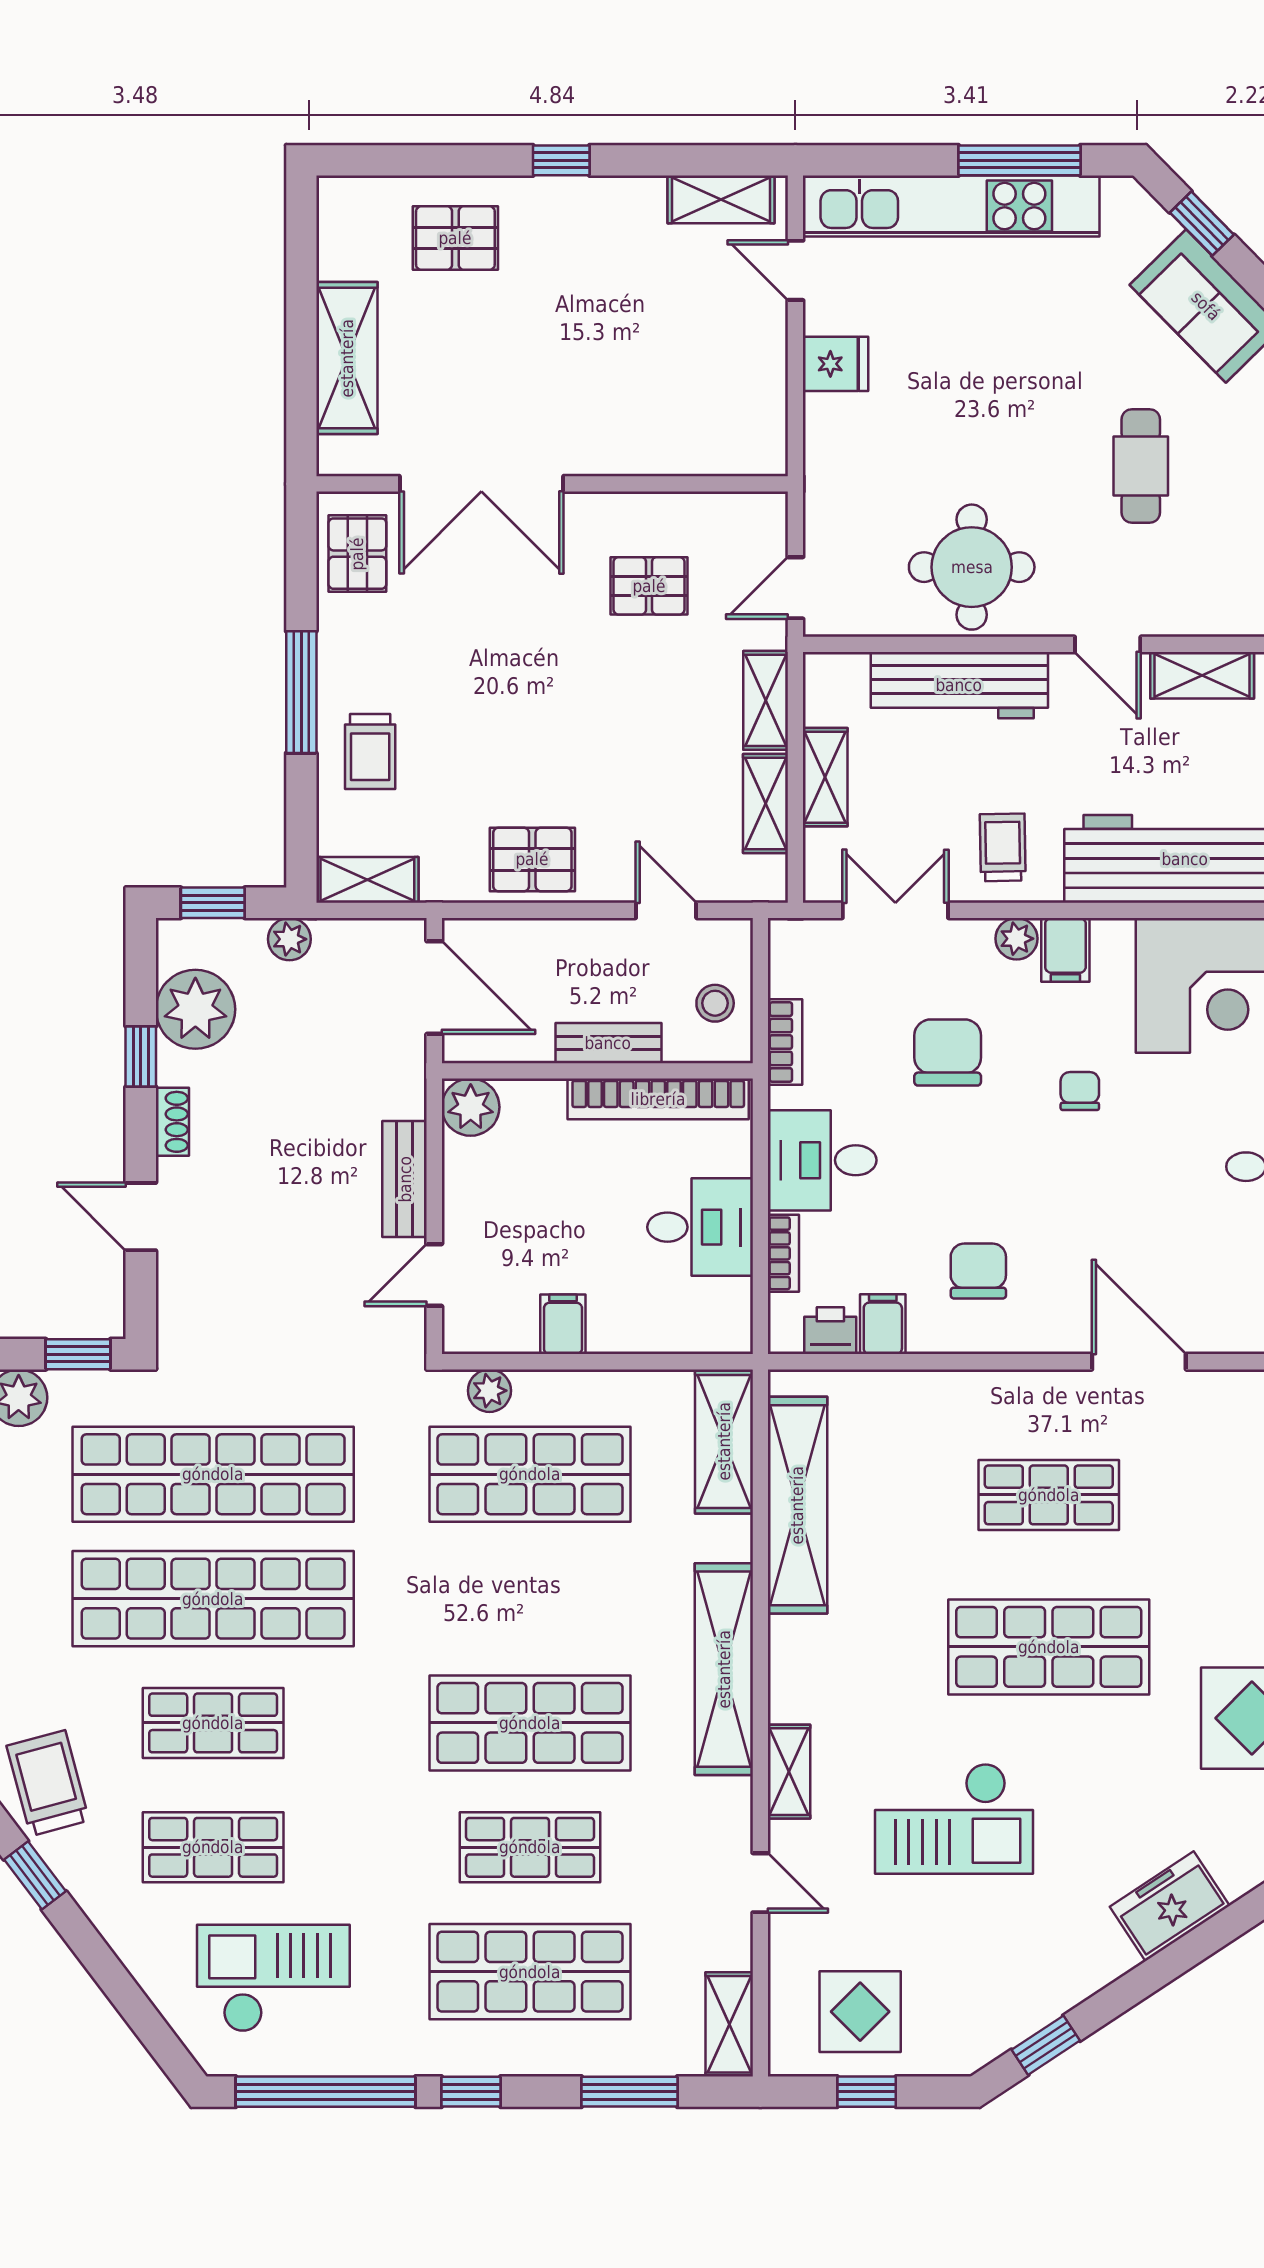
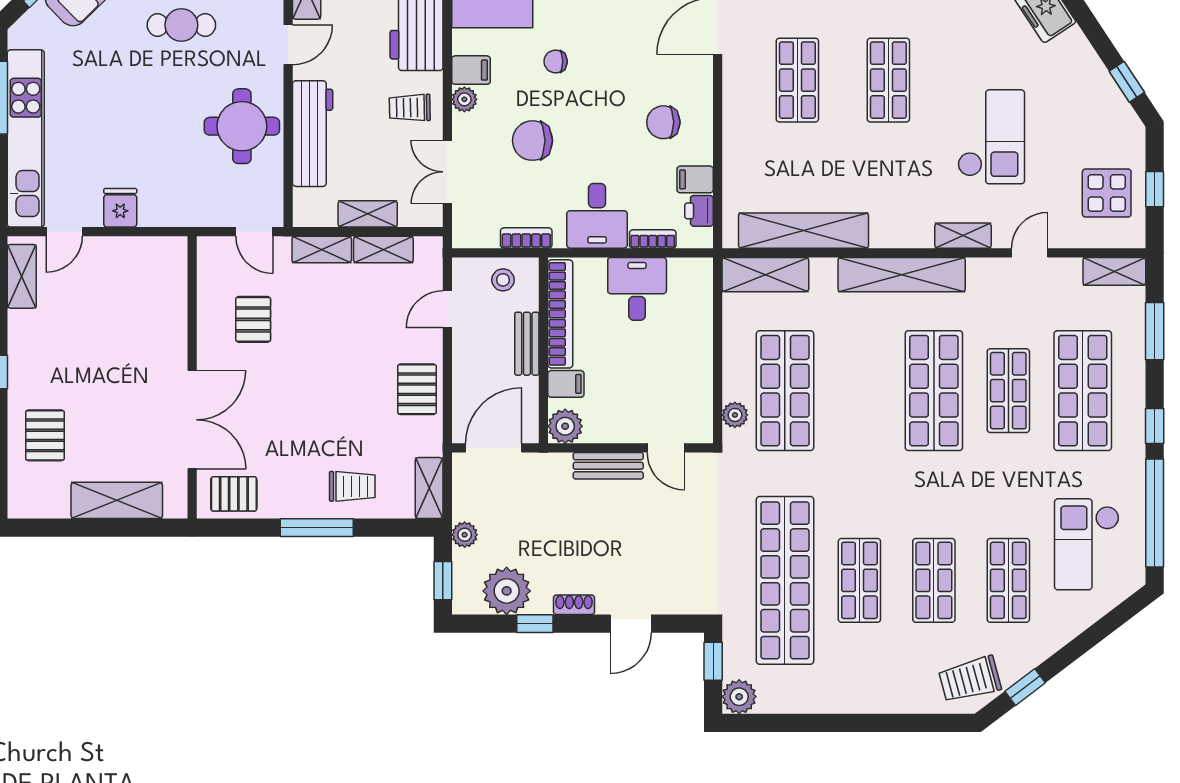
filing cabinet: (563, 1324) -> (566, 384), moved, turned 180
shop shelf: (213, 1599) -> (859, 580), width x0.50, depth x0.74
shop shelf: (1049, 1647) -> (888, 80), width x0.70, depth x0.74

